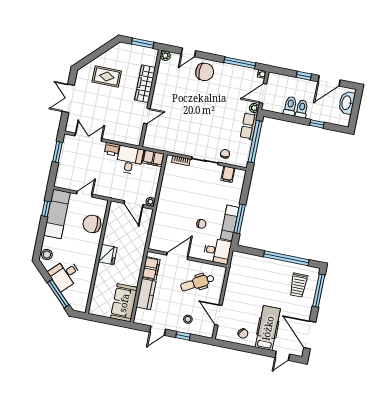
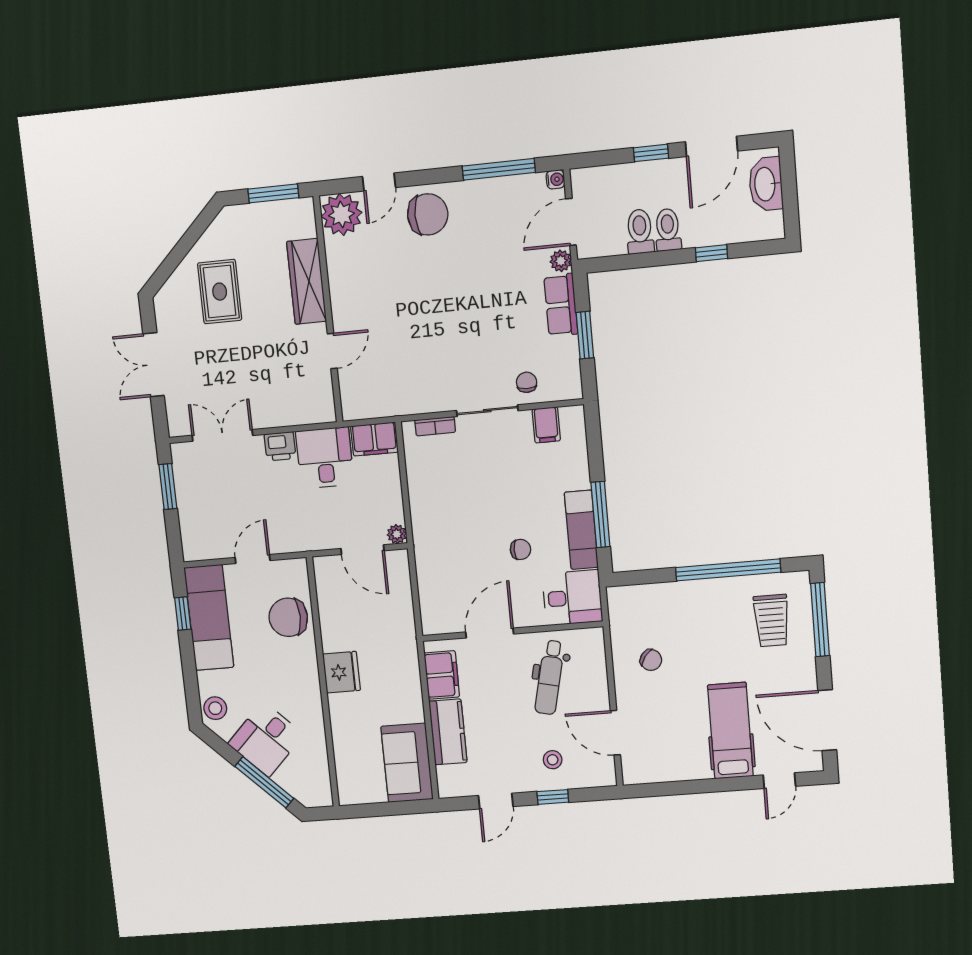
plant: (165, 56) -> (341, 214), width x1.87, depth x1.87
rug: (107, 76) -> (220, 292), turned 90
window: (255, 142) -> (585, 335), width x0.47
dental chair: (197, 283) -> (550, 677), turned -48
chair: (243, 334) -> (651, 660), moved

